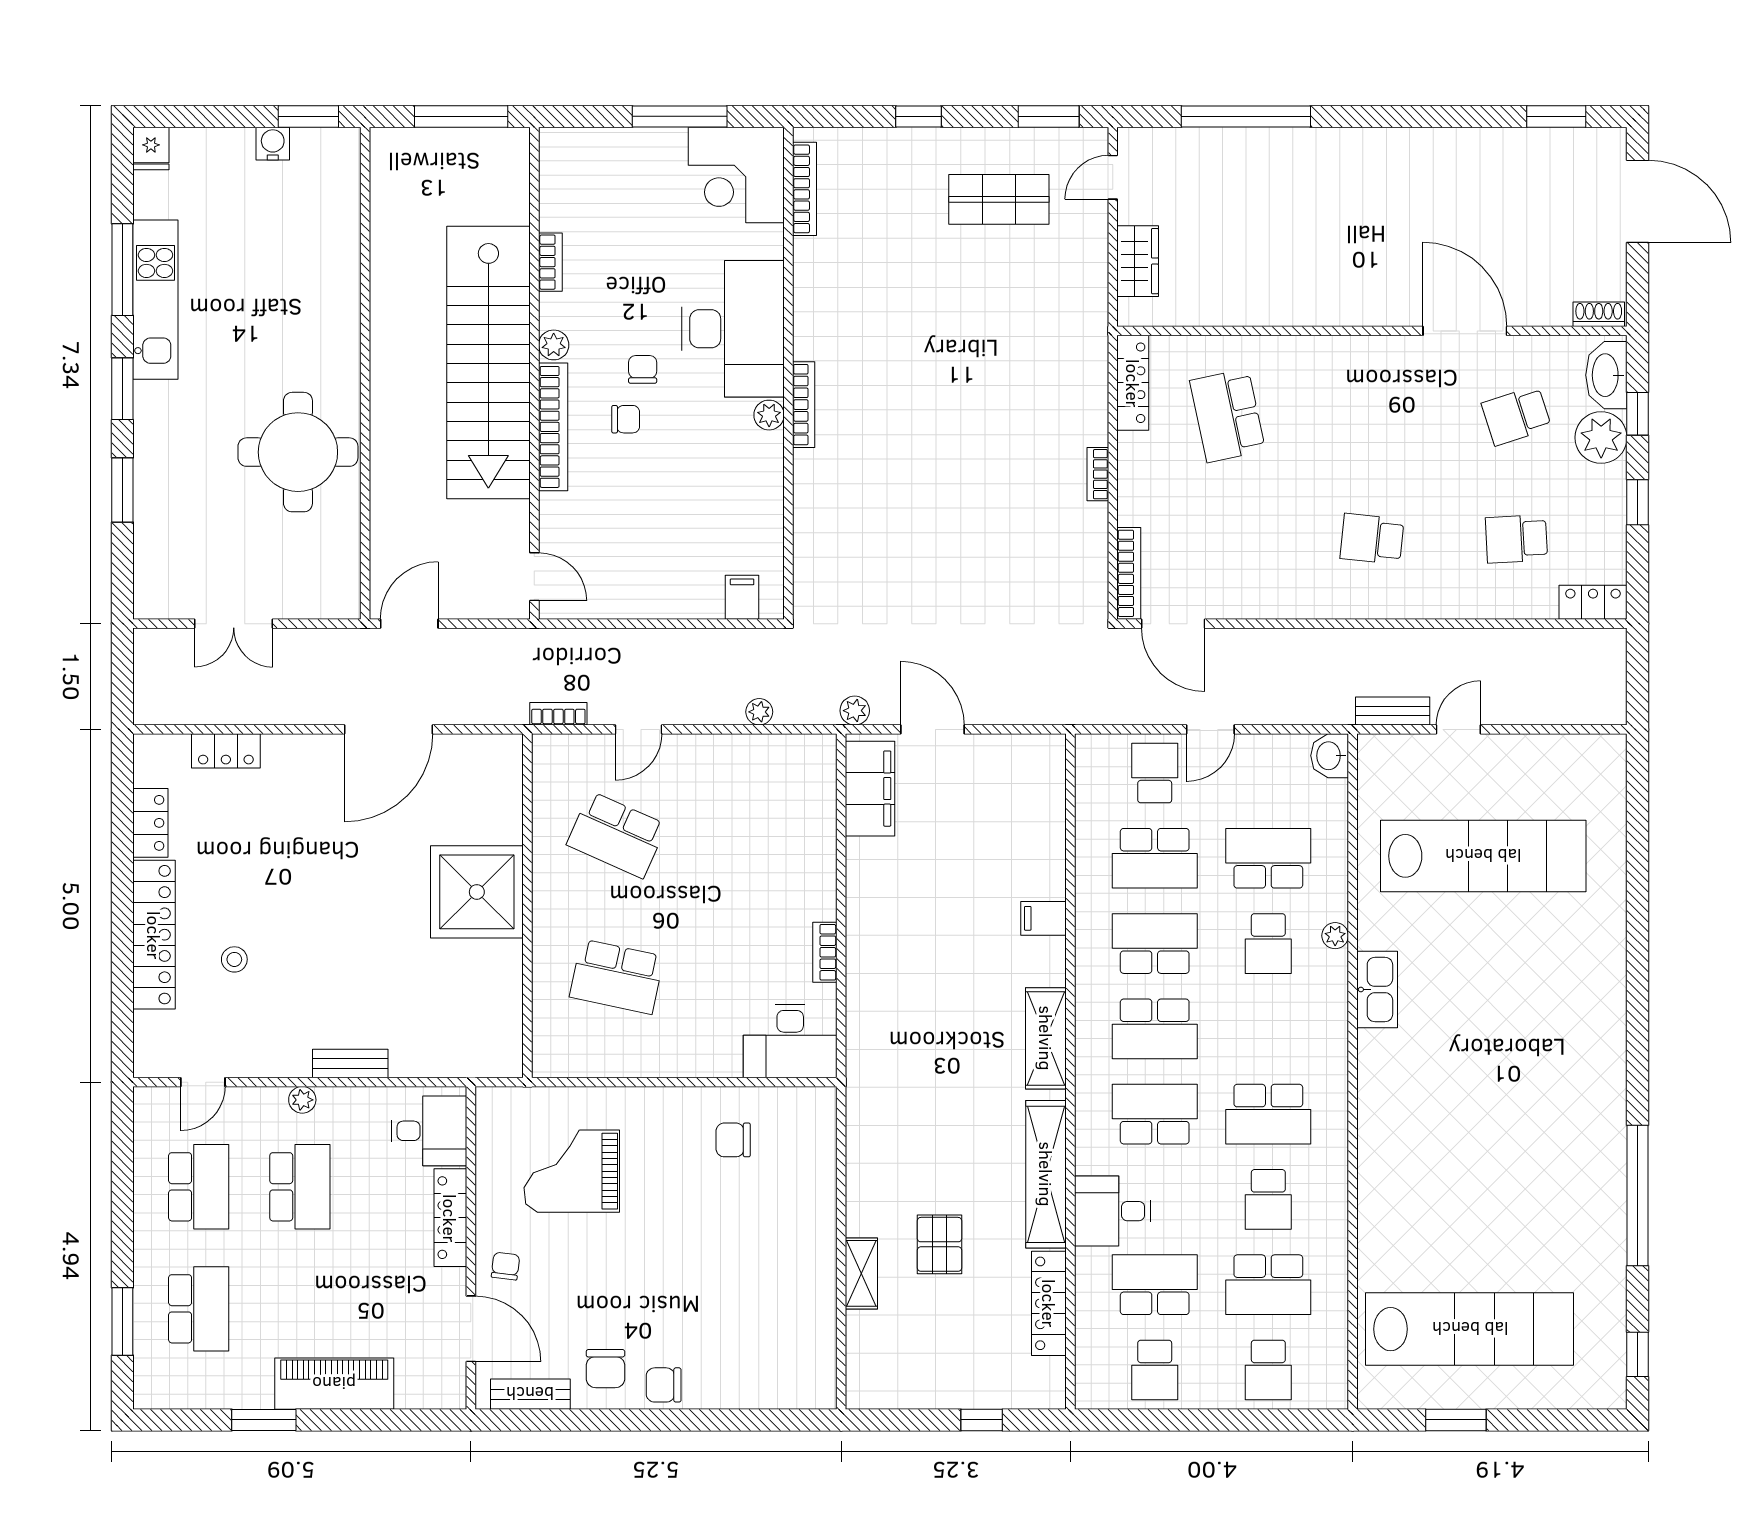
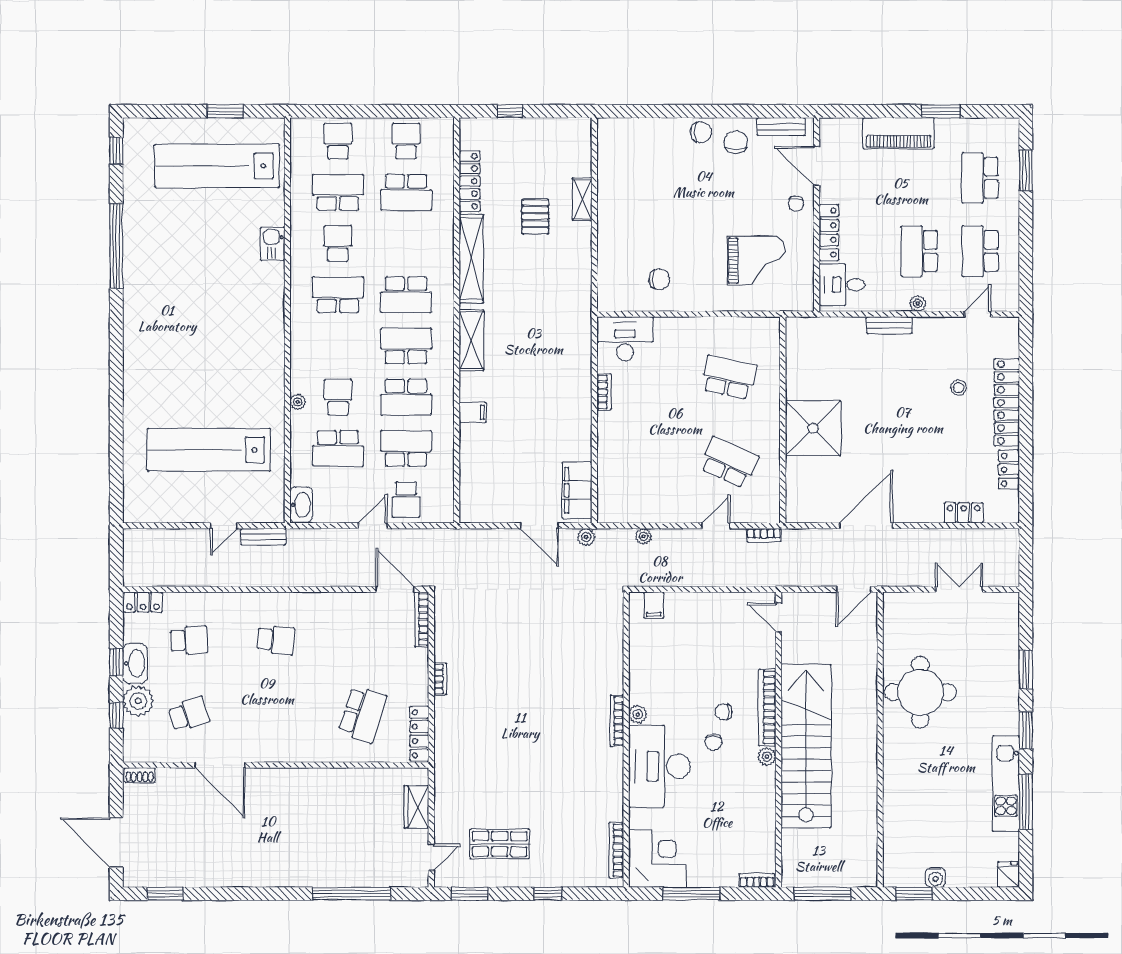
bookcase: (550, 262) -> (757, 880), moved, turned 90
washbasin: (1606, 375) -> (135, 663), moved
school desk: (1228, 416) -> (362, 714), turned 30
washbasin: (1330, 756) -> (301, 505), width x1.38
kitchen sink: (1377, 990) -> (273, 244), moved, width x0.73
desk: (1113, 1211) -> (431, 237), removed

